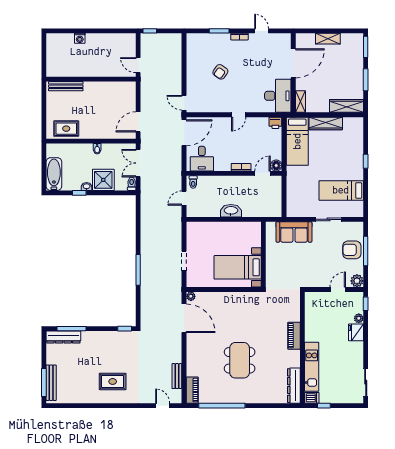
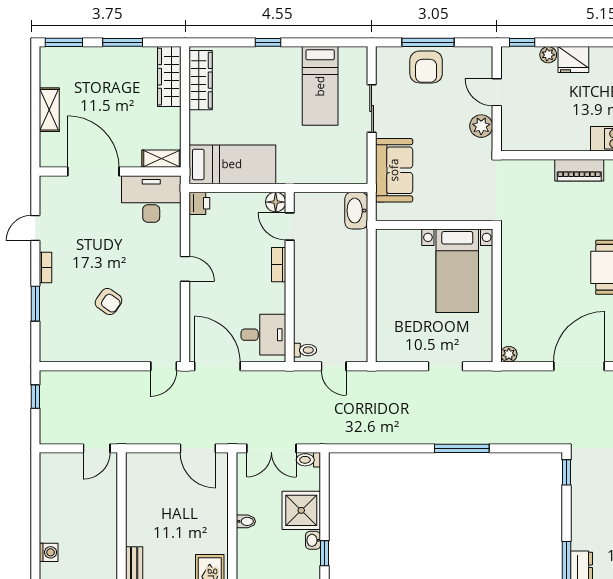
window: (150, 31) -> (35, 397), moved
wardrobe: (326, 123) -> (201, 80), moved
washbasin: (231, 211) -> (356, 211), moved
plant: (357, 281) -> (481, 126), moved
door: (184, 318) -> (579, 366), moved

